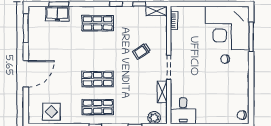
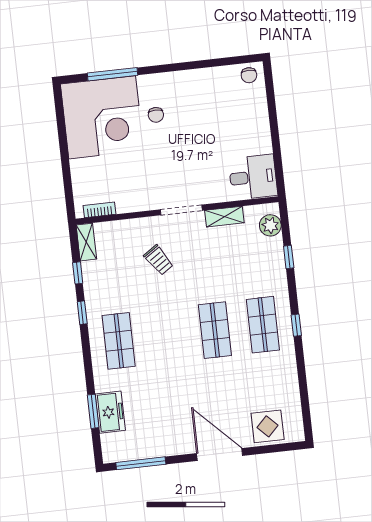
display table: (51, 112) -> (268, 426), moved

